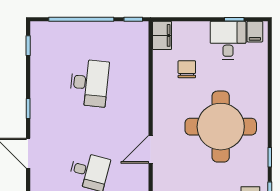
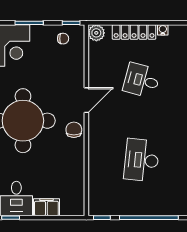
filing cabinet: (162, 35) -> (46, 207), moved, turned 90
chair: (187, 69) -> (74, 130), moved, turned 180

